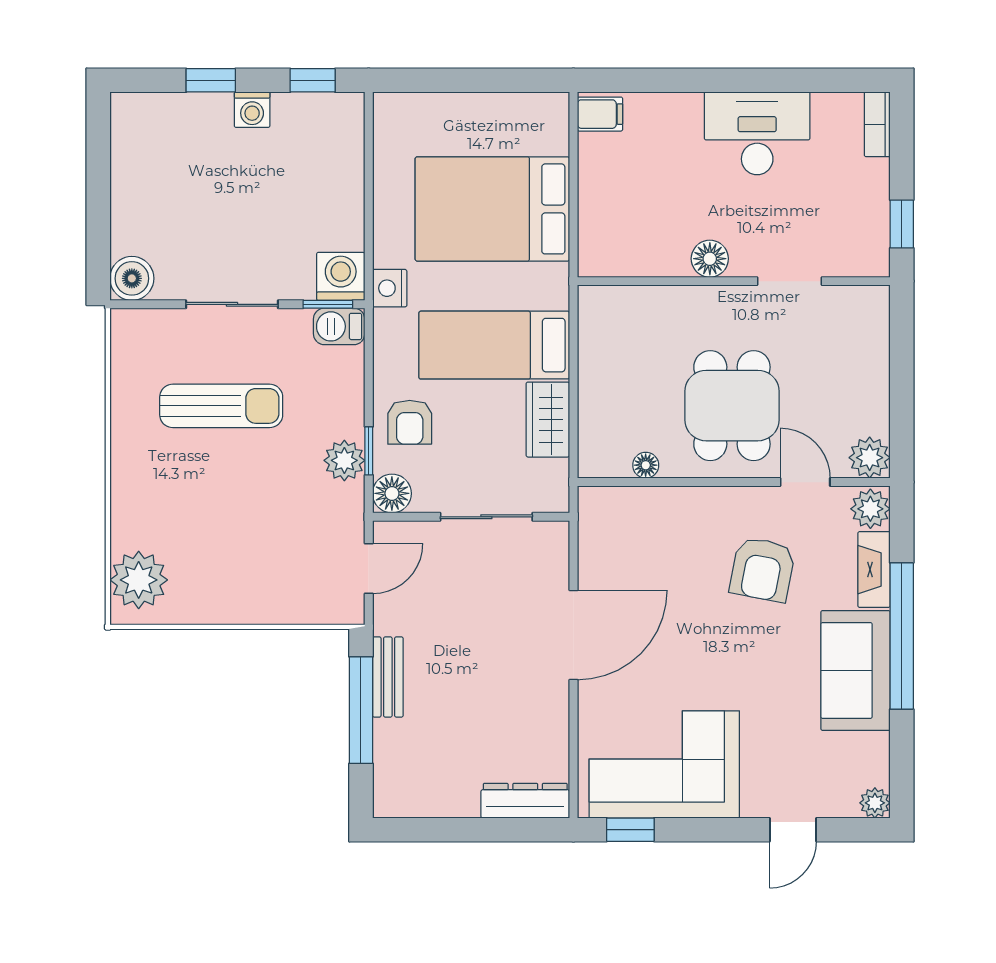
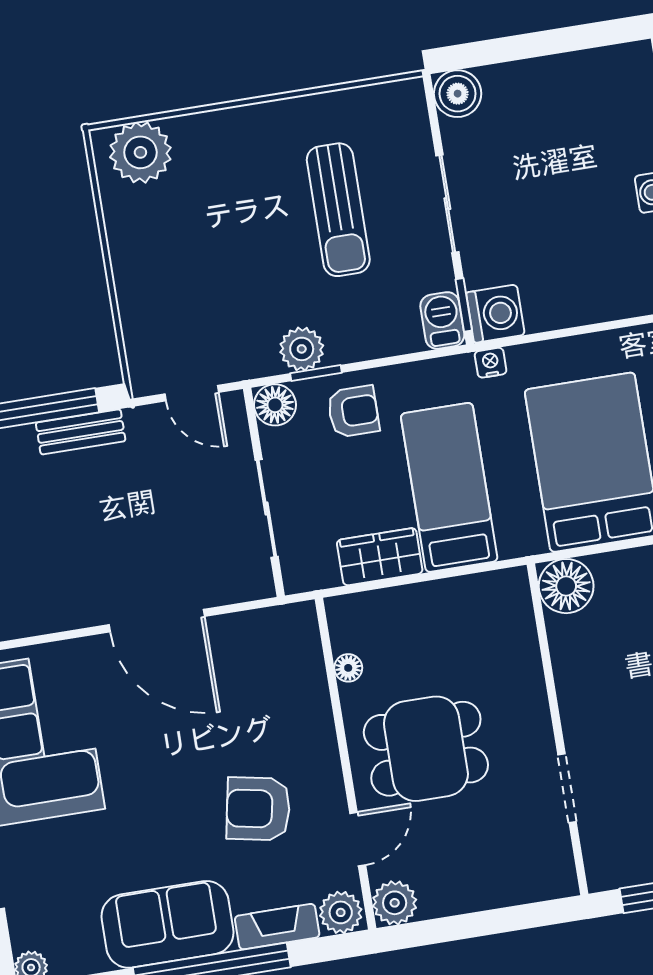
floor lamp: (710, 259) -> (566, 586), moved, width x1.38, depth x1.38
nightstand: (390, 288) -> (491, 363), width x0.72, depth x0.74
armchair: (410, 422) -> (353, 411), turned 180

